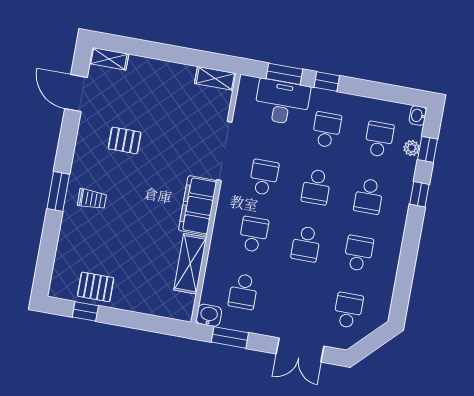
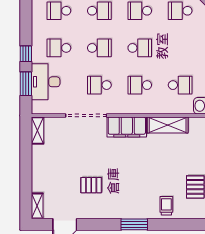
pallet: (125, 140) -> (91, 185), turned 90
trolley: (92, 199) -> (166, 206), moved

